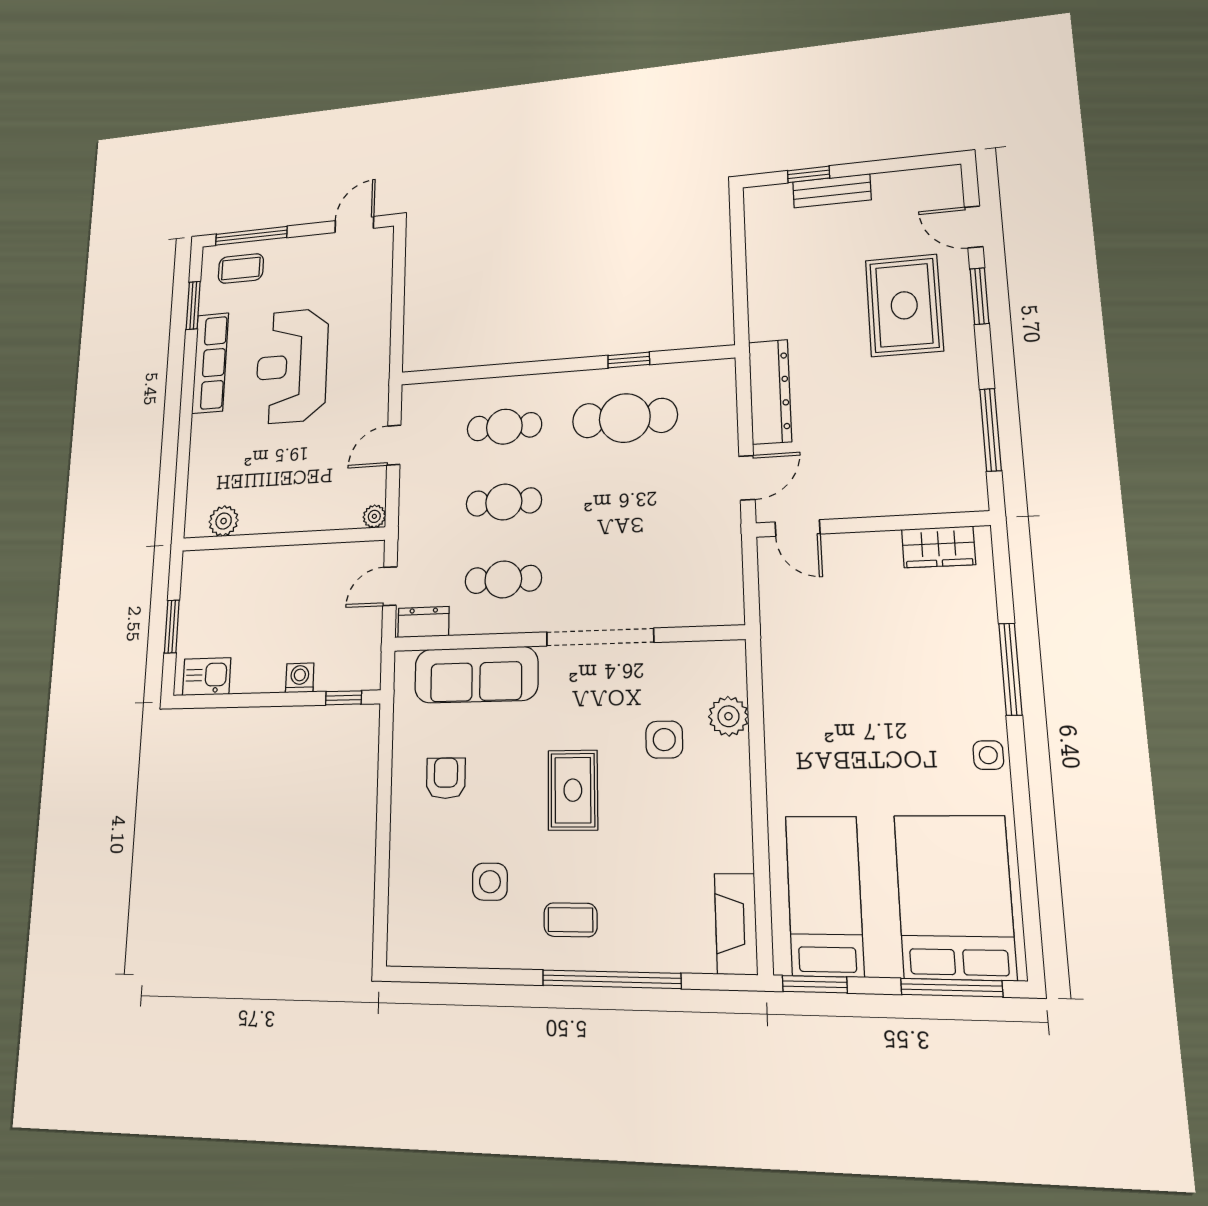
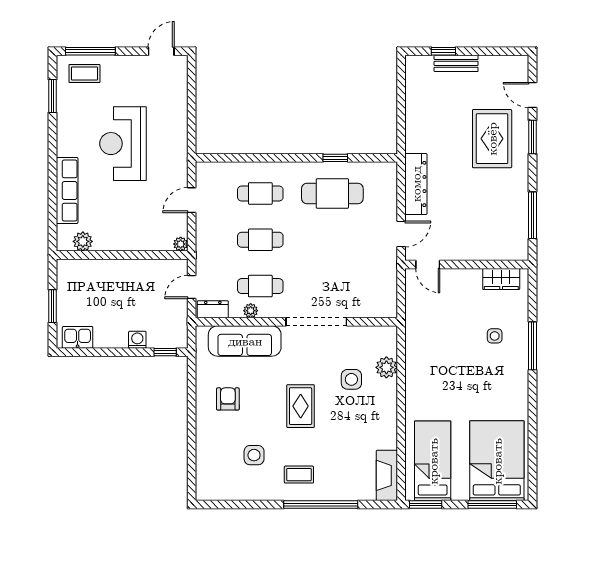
row of seats: (210, 363) -> (67, 191), moved
plant: (487, 622) -> (251, 311), added
side table: (988, 755) -> (495, 336), moved

